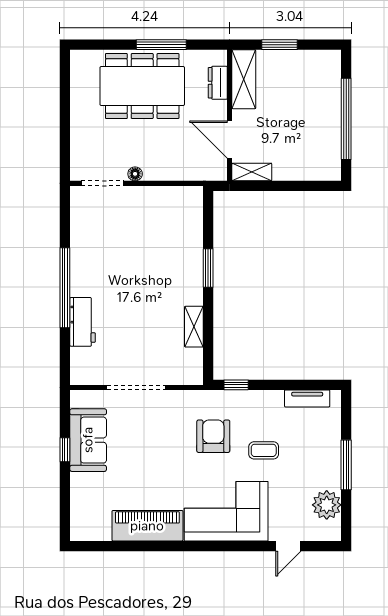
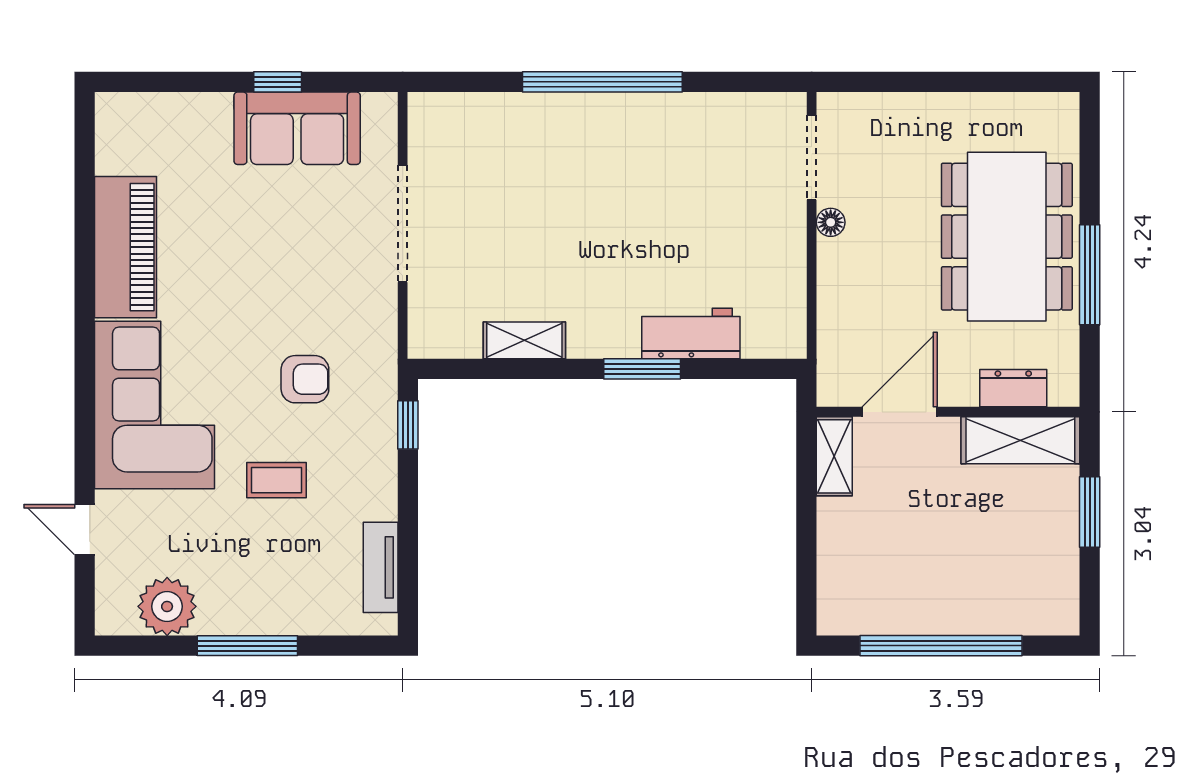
workbench: (83, 322) -> (691, 334), moved, turned 180
armchair: (213, 436) -> (305, 379), width x0.72, depth x0.72
coffee table: (264, 450) -> (277, 480), turned 90

